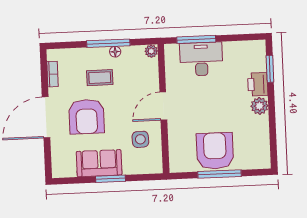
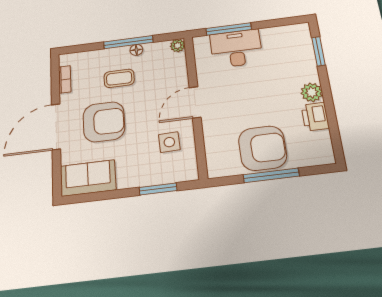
printer: (258, 84) -> (315, 117), moved
armchair: (87, 117) -> (104, 122), turned -90
armchair: (215, 151) -> (263, 148), turned 90
sofa: (99, 163) -> (88, 178), moved
window: (110, 179) -> (158, 189), moved

